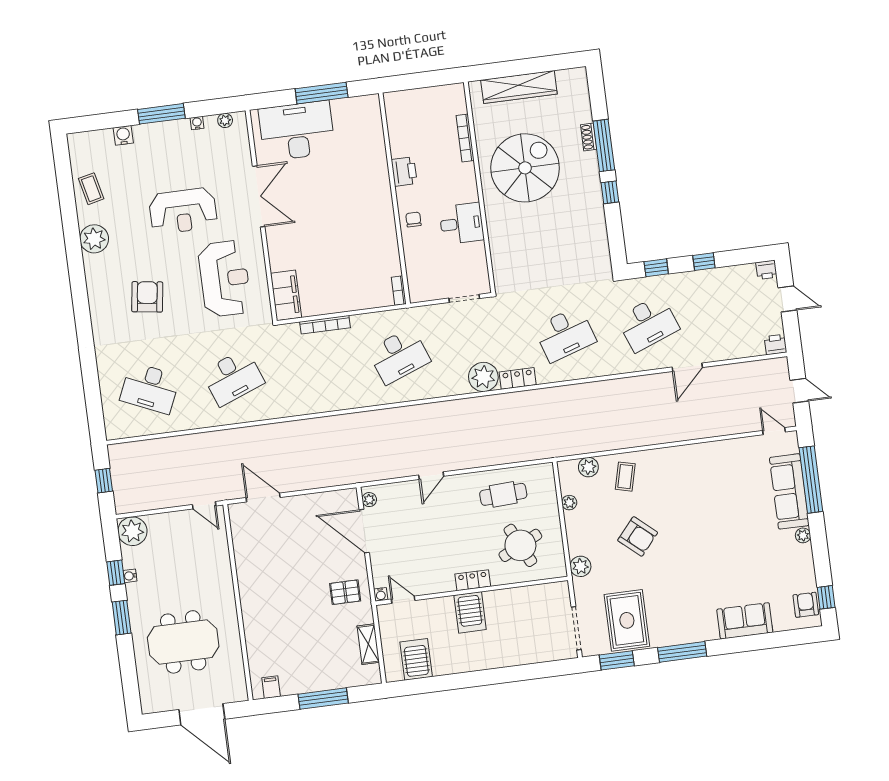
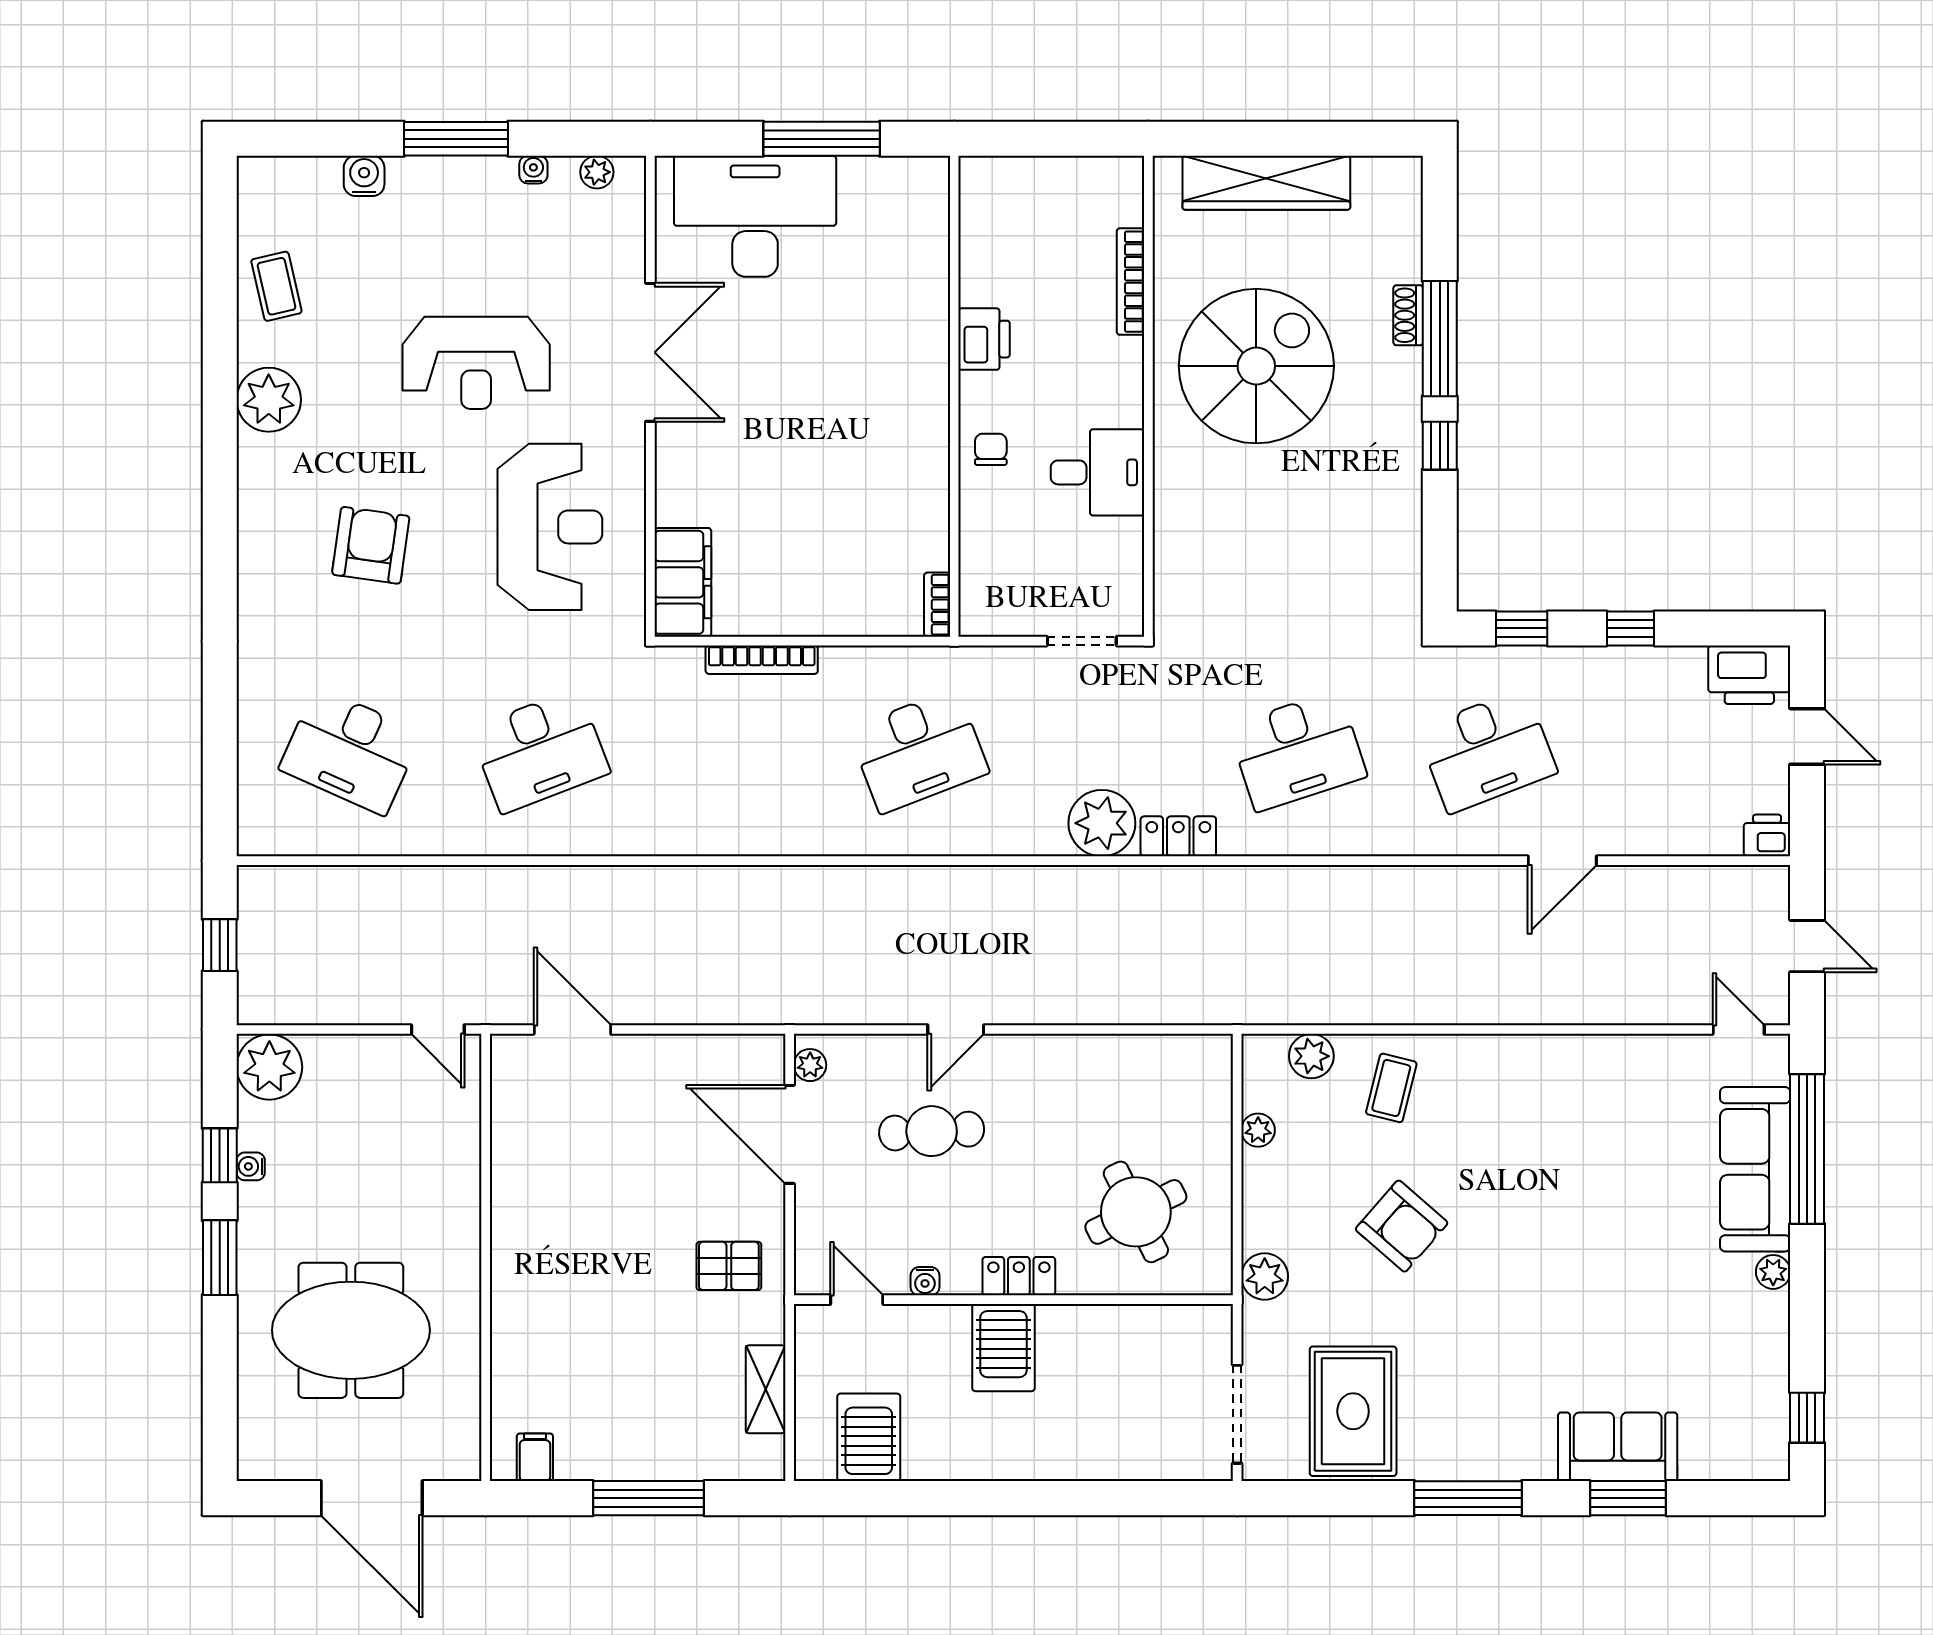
printer: (766, 270) -> (1749, 675), width x1.87, depth x1.48
cafe table: (503, 494) -> (932, 1131), moved
water cooler: (381, 594) -> (925, 1281), moved
armchair: (806, 605) -> (1759, 1428), removed
window: (617, 660) -> (1628, 1498), moved

